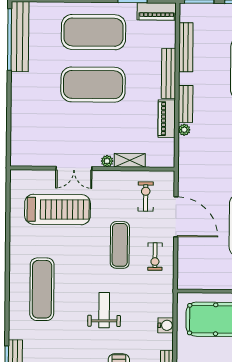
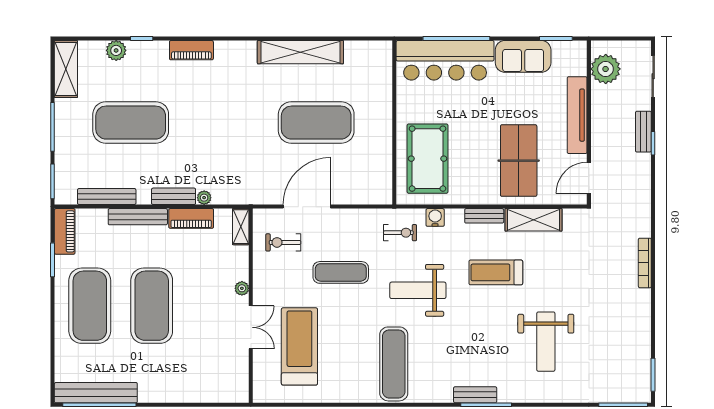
shelving: (130, 160) -> (241, 227), moved
exercise bike: (155, 257) -> (400, 233), moved
exercise mat: (42, 289) -> (394, 364), turned 90
weight bench: (104, 310) -> (418, 290), width x1.36, depth x1.33

